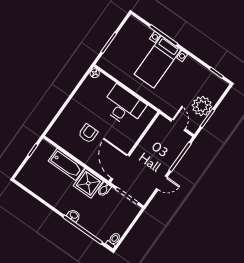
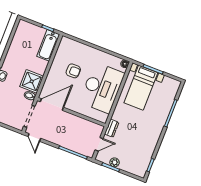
bed with nightstands: (158, 62) -> (141, 88), moved, turned -90
desk: (123, 106) -> (102, 88), width x1.36, depth x1.30
dresser: (164, 106) -> (112, 128), added
plant: (202, 106) -> (115, 162), width x0.53, depth x0.53
bathtub: (66, 164) -> (48, 45), moved
door: (162, 183) -> (34, 137), moved

